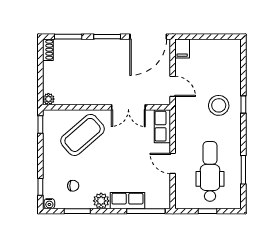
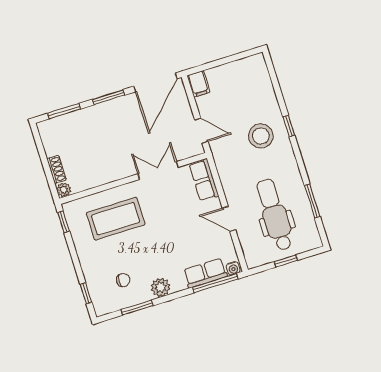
shoe rack: (48, 50) -> (57, 169), moved
double door: (128, 107) -> (158, 171), swing flipped
coffee table: (83, 135) -> (116, 219), turned 41
row of seats: (127, 201) -> (205, 273), moved
water cooler: (49, 204) -> (233, 268), moved

